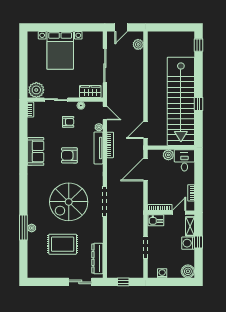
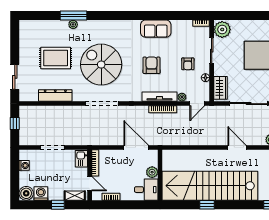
door: (146, 130) -> (237, 148), moved
washing machine: (188, 243) -> (41, 194), moved
rug: (63, 244) -> (56, 58), turned 90
dresser: (97, 258) -> (55, 95), moved

